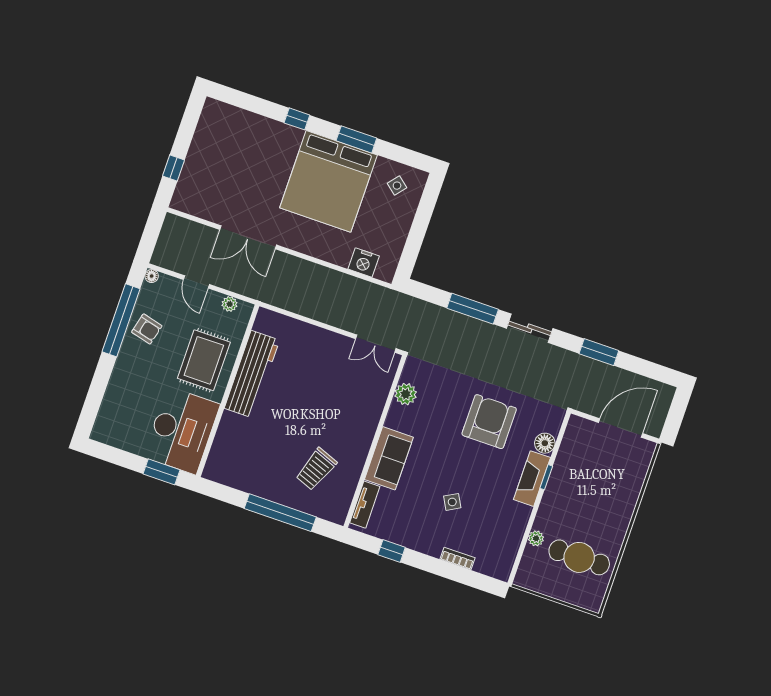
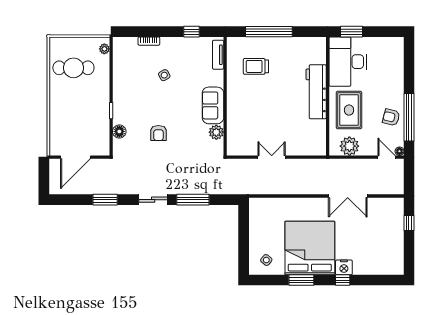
double door: (248, 237) -> (348, 196), swing flipped
nightstand: (364, 262) -> (344, 267), moved, turned 180
door: (196, 282) -> (386, 157), moved
plant: (230, 304) -> (349, 146), width x1.87, depth x1.87
double door: (376, 344) -> (272, 157), moved
workbench: (252, 374) -> (316, 92), moved
armchair: (489, 422) -> (158, 133), width x0.53, depth x0.53
sofa: (389, 458) -> (213, 105), moved
trolley: (316, 469) -> (256, 66), turned -111
fireplace: (532, 479) -> (120, 107), removed
plant: (536, 538) -> (104, 49), moved

